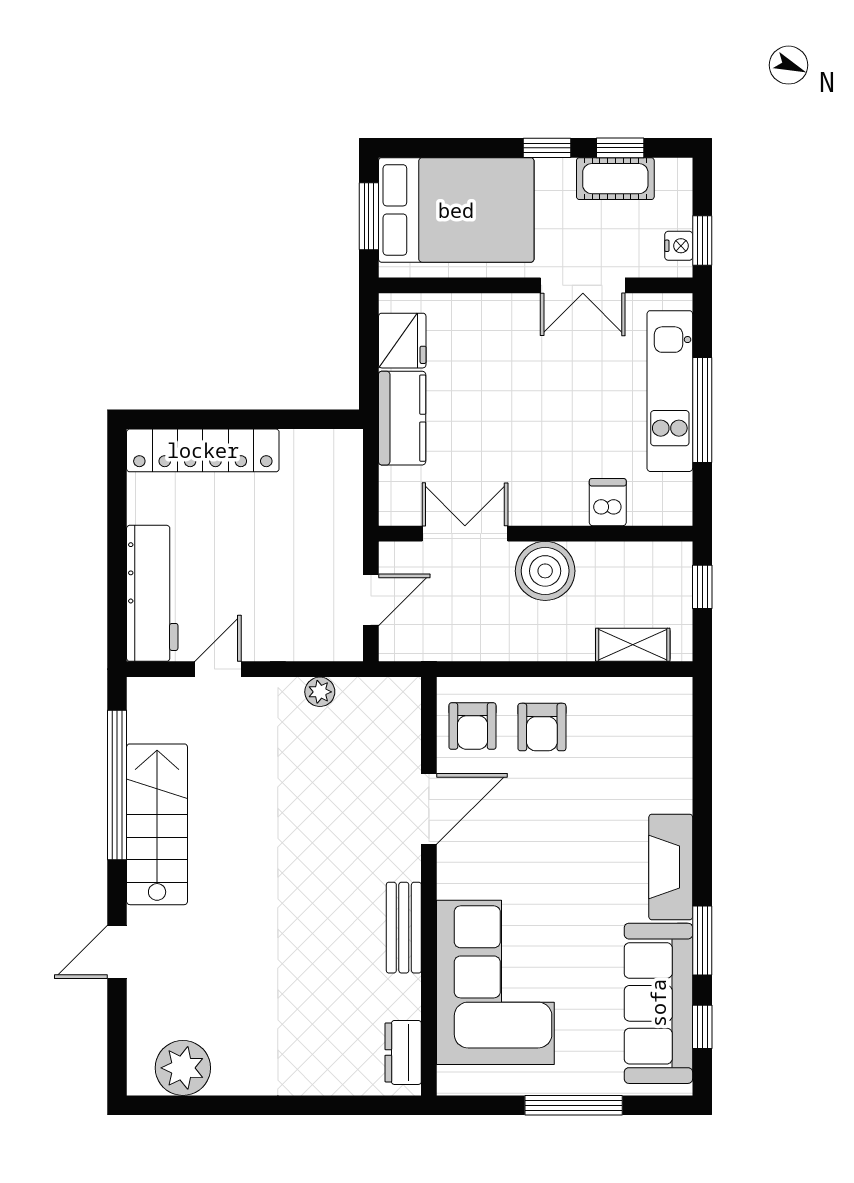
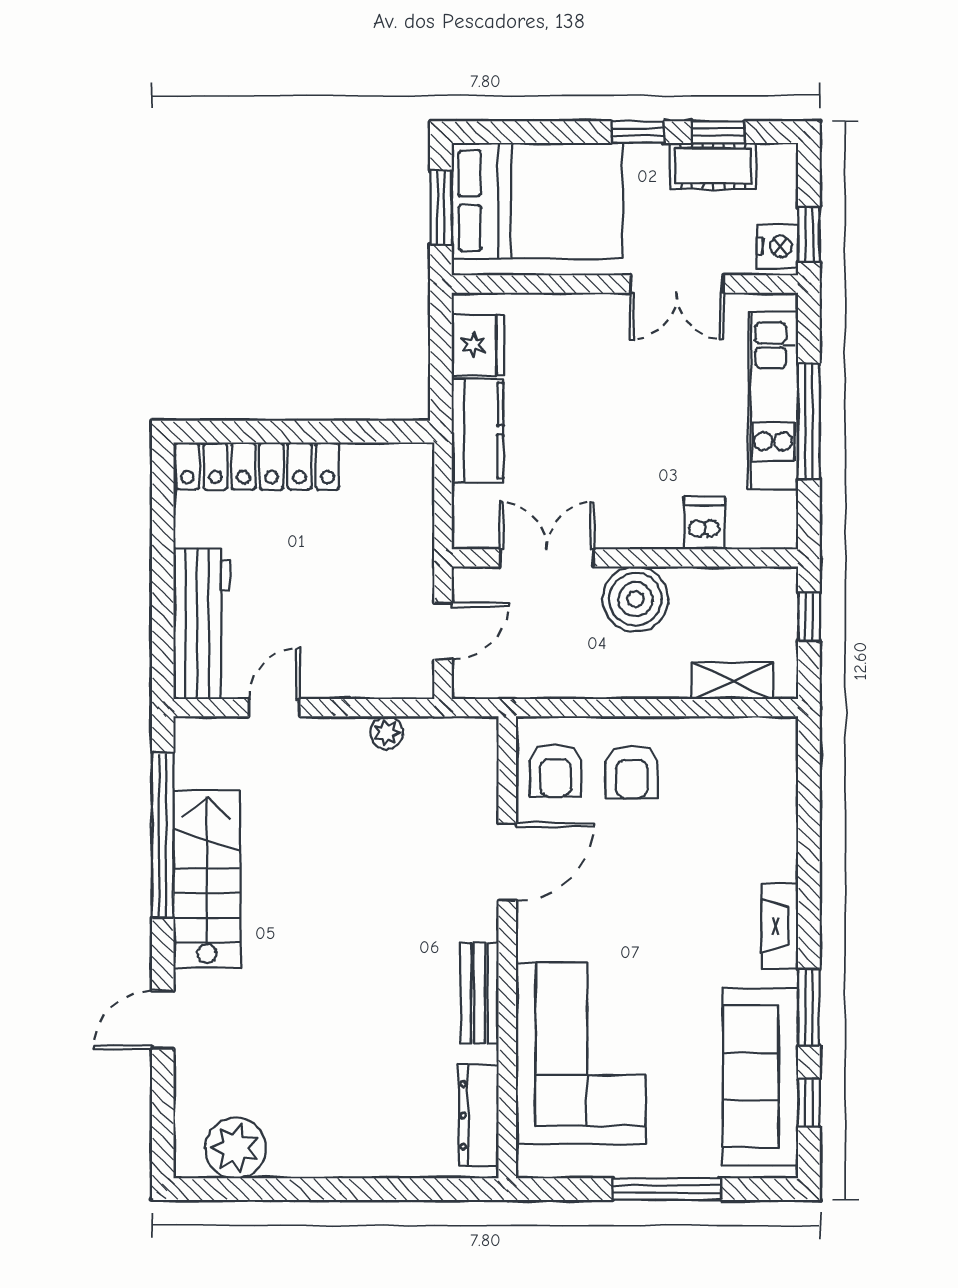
nightstand: (679, 246) -> (778, 246), width x1.39, depth x1.35
fireplace: (671, 867) -> (780, 926), width x0.73, depth x0.76
dresser: (403, 1052) -> (479, 1115), width x1.44

